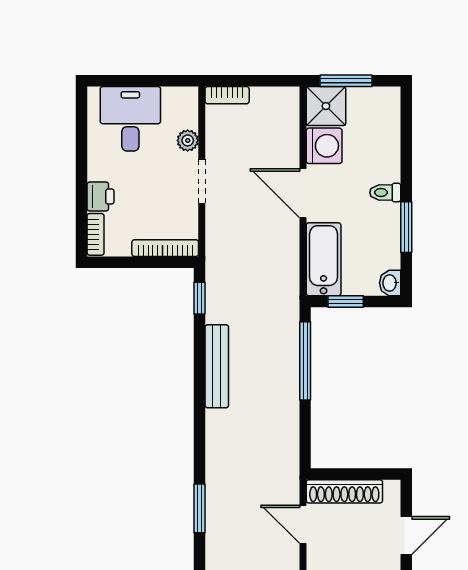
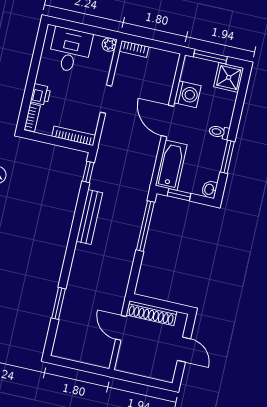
shower: (326, 106) -> (229, 77), moved
plant: (188, 140) -> (109, 45), moved
door: (406, 535) -> (184, 350), hinge flipped

